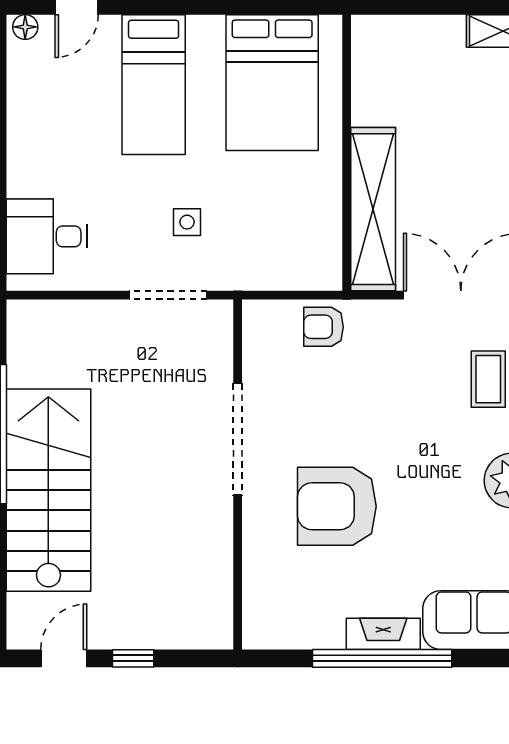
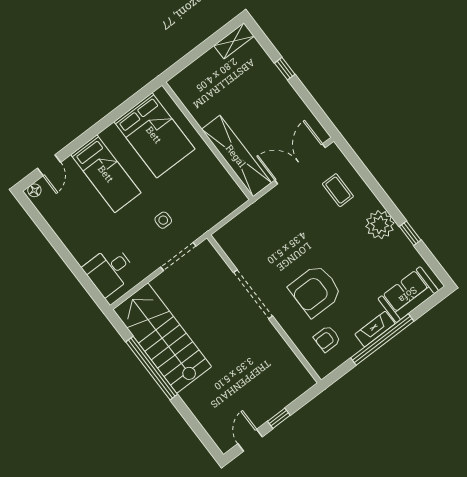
armchair: (324, 327) -> (327, 339), moved
stairs: (48, 490) -> (162, 338), moved

